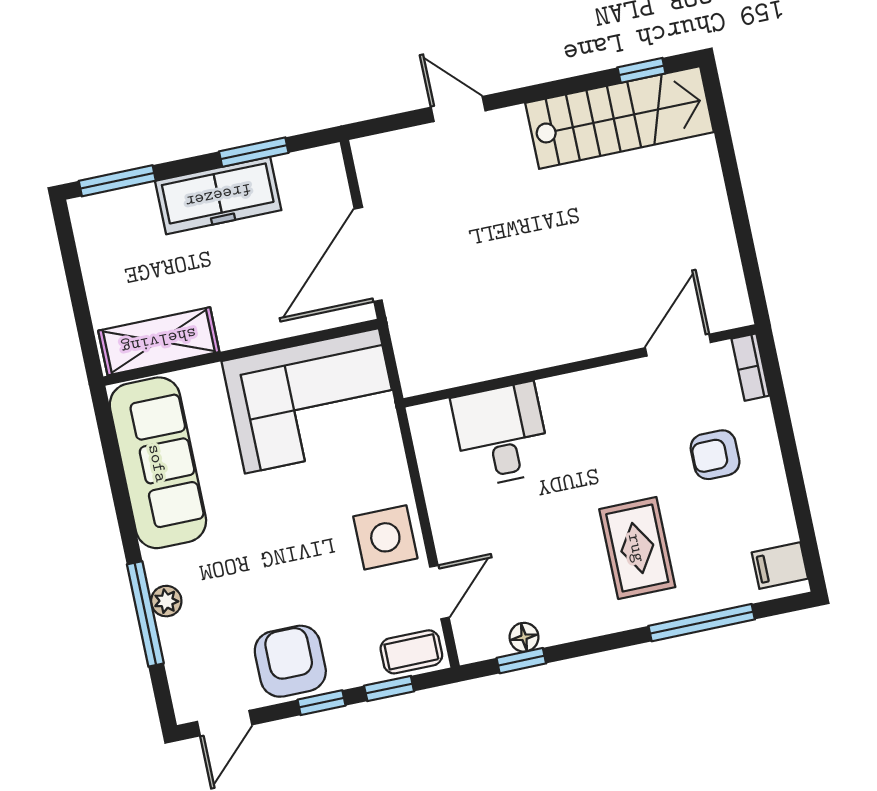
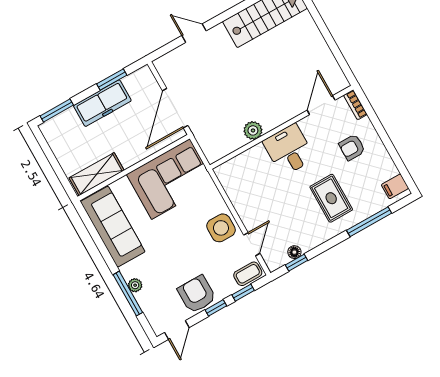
plant: (517, 353) -> (253, 130), added
desk: (501, 435) -> (289, 150), moved

